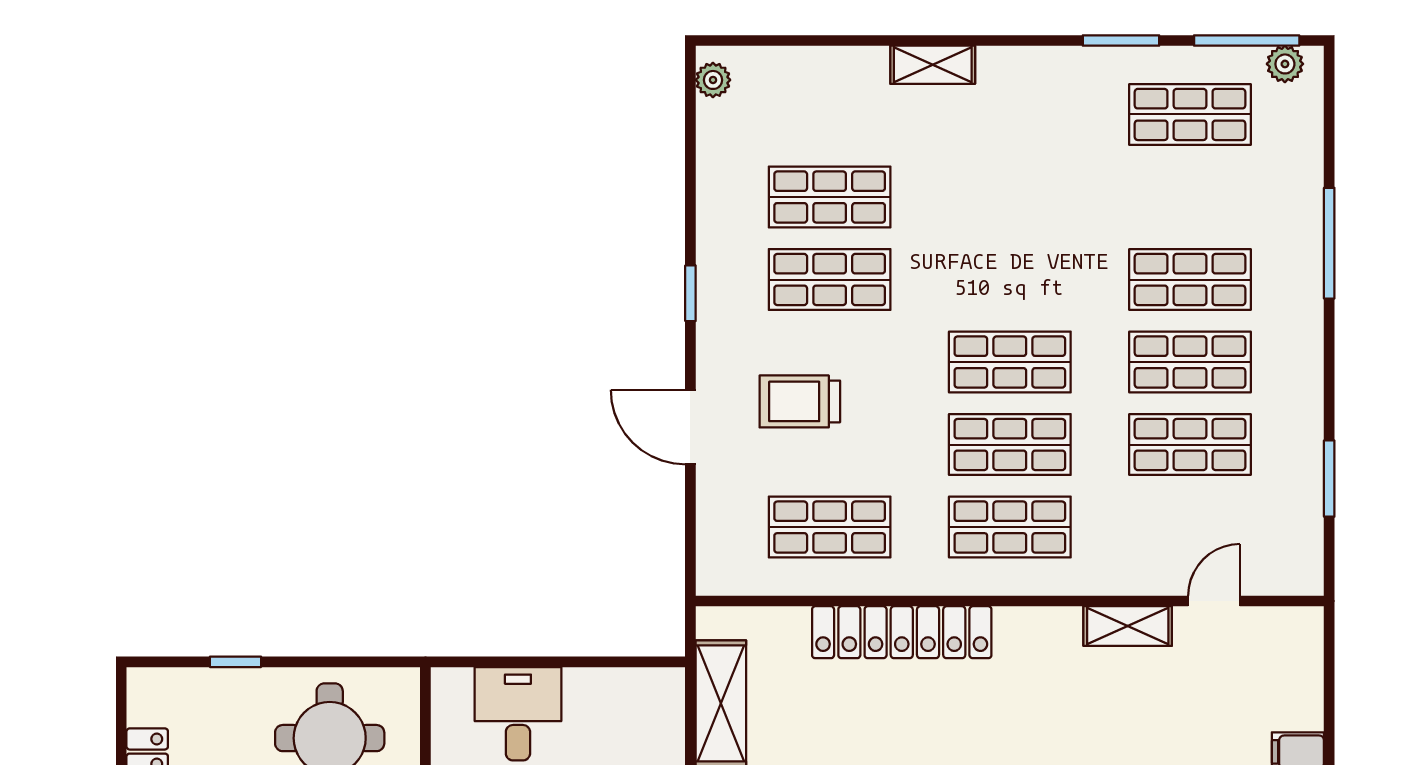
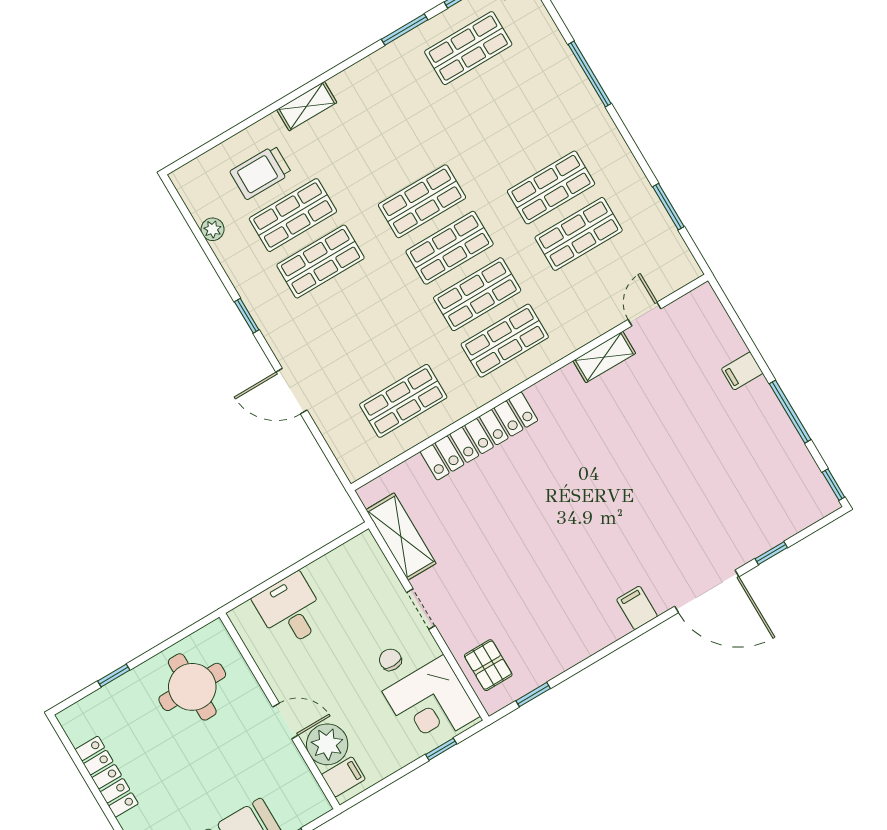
plant: (713, 80) -> (213, 229), moved
shop shelf: (1190, 280) -> (422, 201), moved
trolley: (800, 401) -> (261, 172), moved

